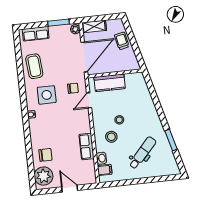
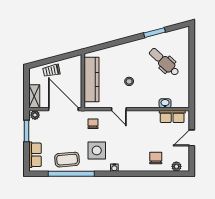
window: (20, 72) -> (71, 174), added
kitchen counter: (110, 83) -> (91, 80), width x1.50
door: (89, 100) -> (119, 109), moved
stool: (111, 137) -> (145, 91), removed
row of seats: (87, 146) -> (172, 117), moved
filing cabinet: (105, 170) -> (177, 101), removed
plant: (44, 176) -> (176, 166), width x0.53, depth x0.53

